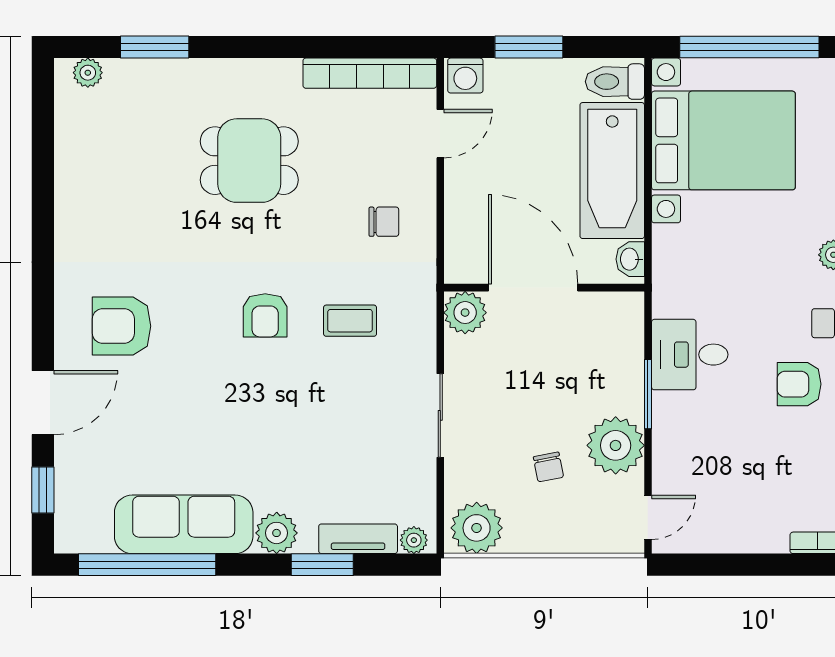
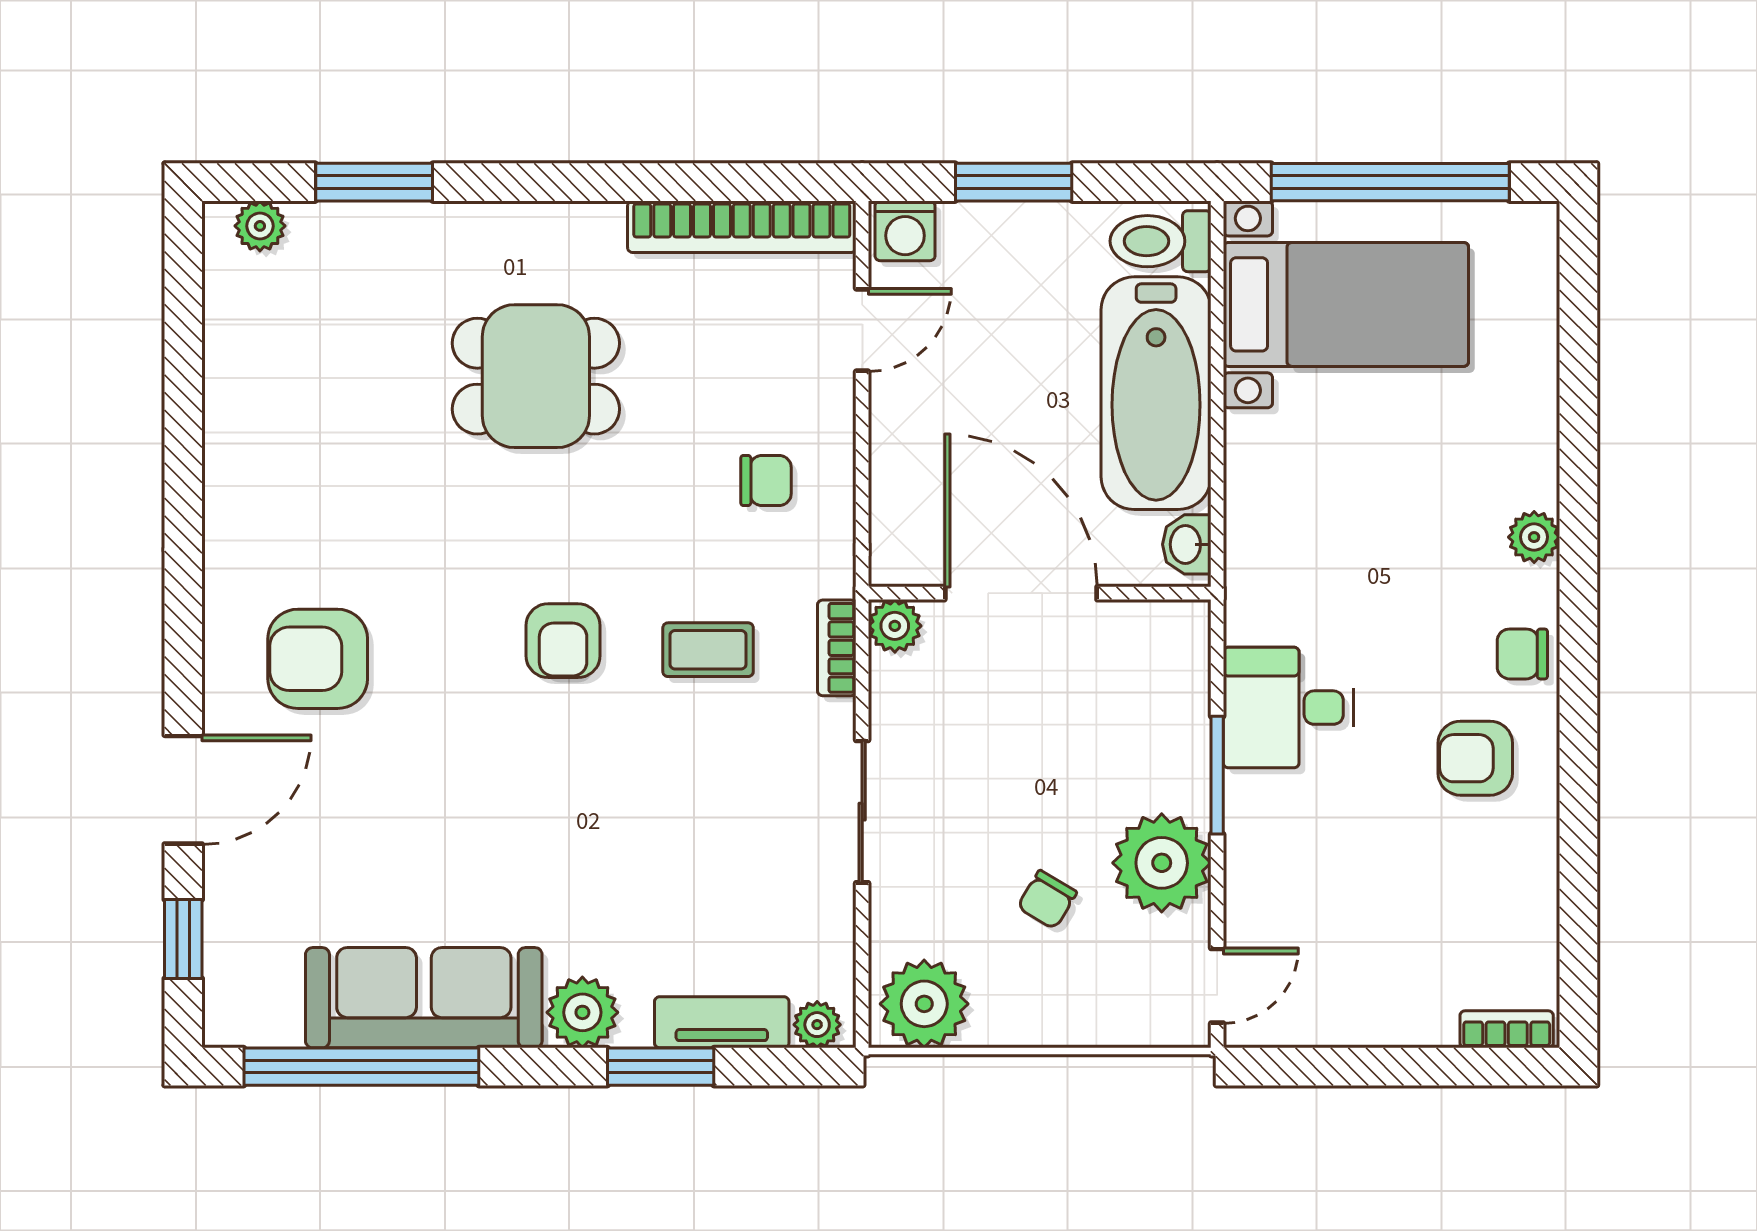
bed with nightstands: (723, 140) -> (1346, 304), width x0.73
plant: (465, 313) -> (895, 626), width x0.73, depth x0.73
bookcase: (425, 320) -> (837, 648), added
chair: (548, 467) -> (1047, 900), turned 42

